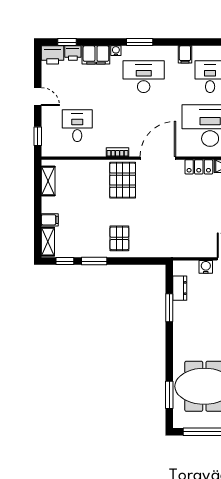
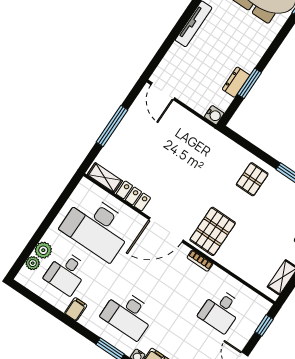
water cooler: (206, 267) -> (214, 115), moved, turned -90
dresser: (180, 288) -> (236, 82), moved

